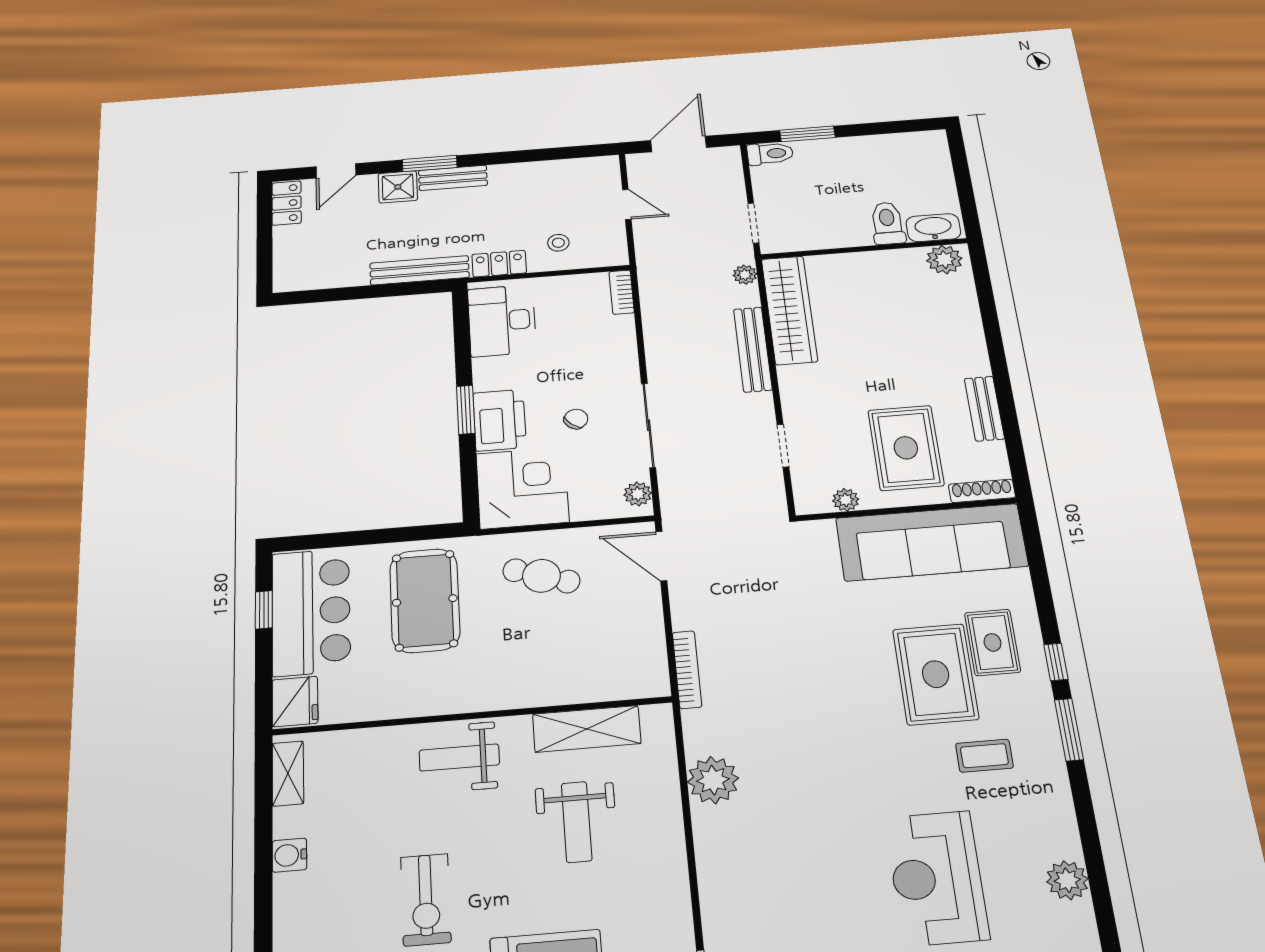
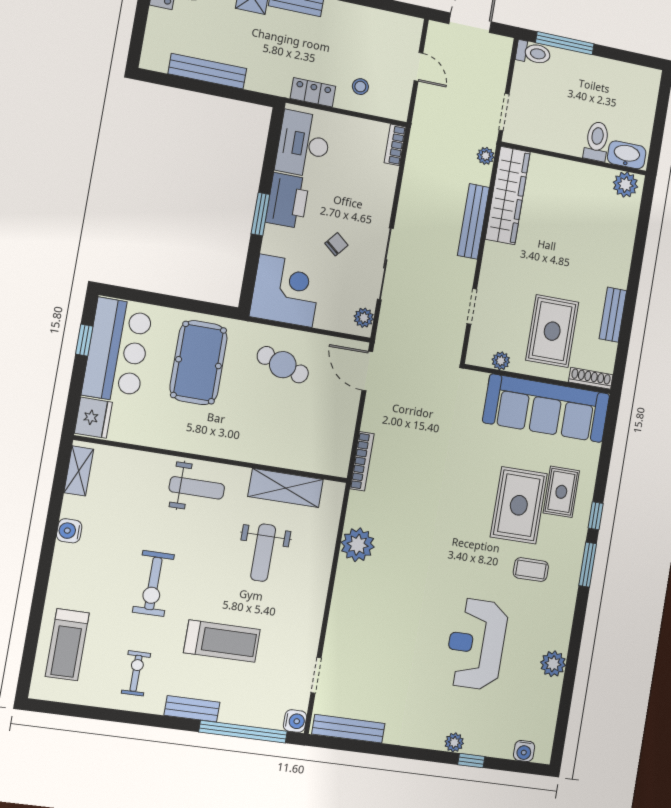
window: (807, 134) -> (565, 43), width x1.44
bench: (420, 270) -> (207, 71), moved
printer: (500, 420) -> (288, 201), moved
weight bench: (459, 758) -> (197, 488), turned 180

